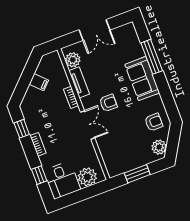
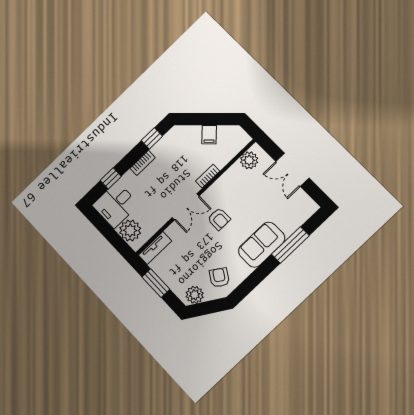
tv unit: (79, 82) -> (155, 248), moved
armchair: (154, 122) -> (219, 278), turned -147

